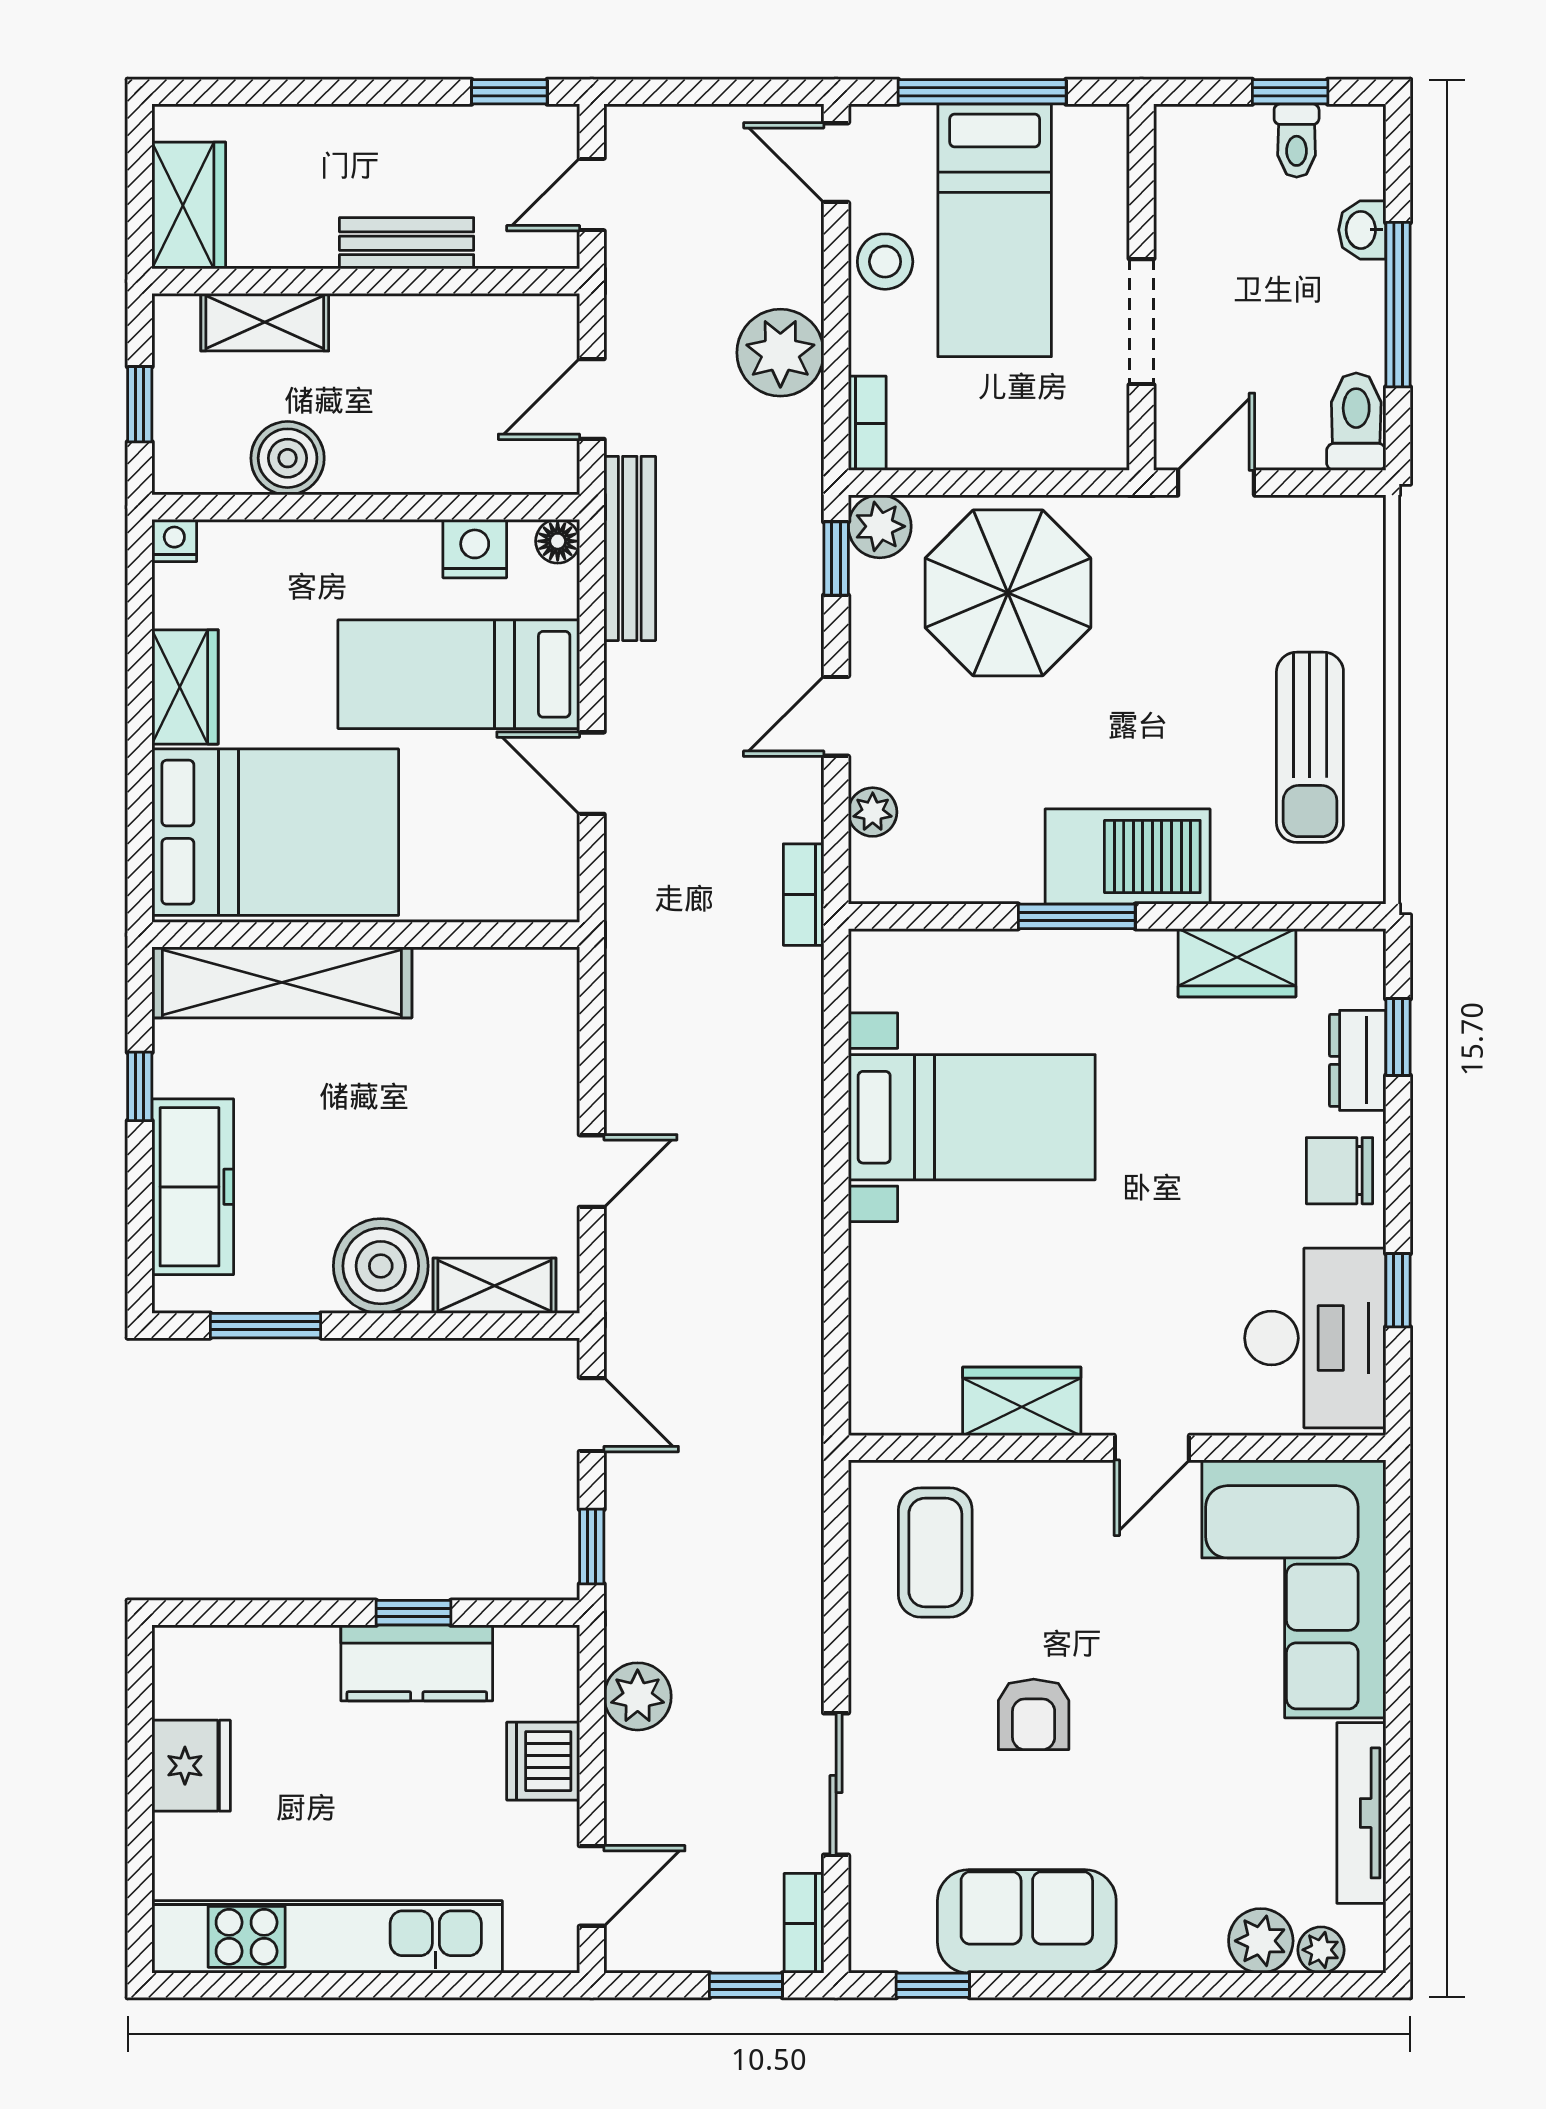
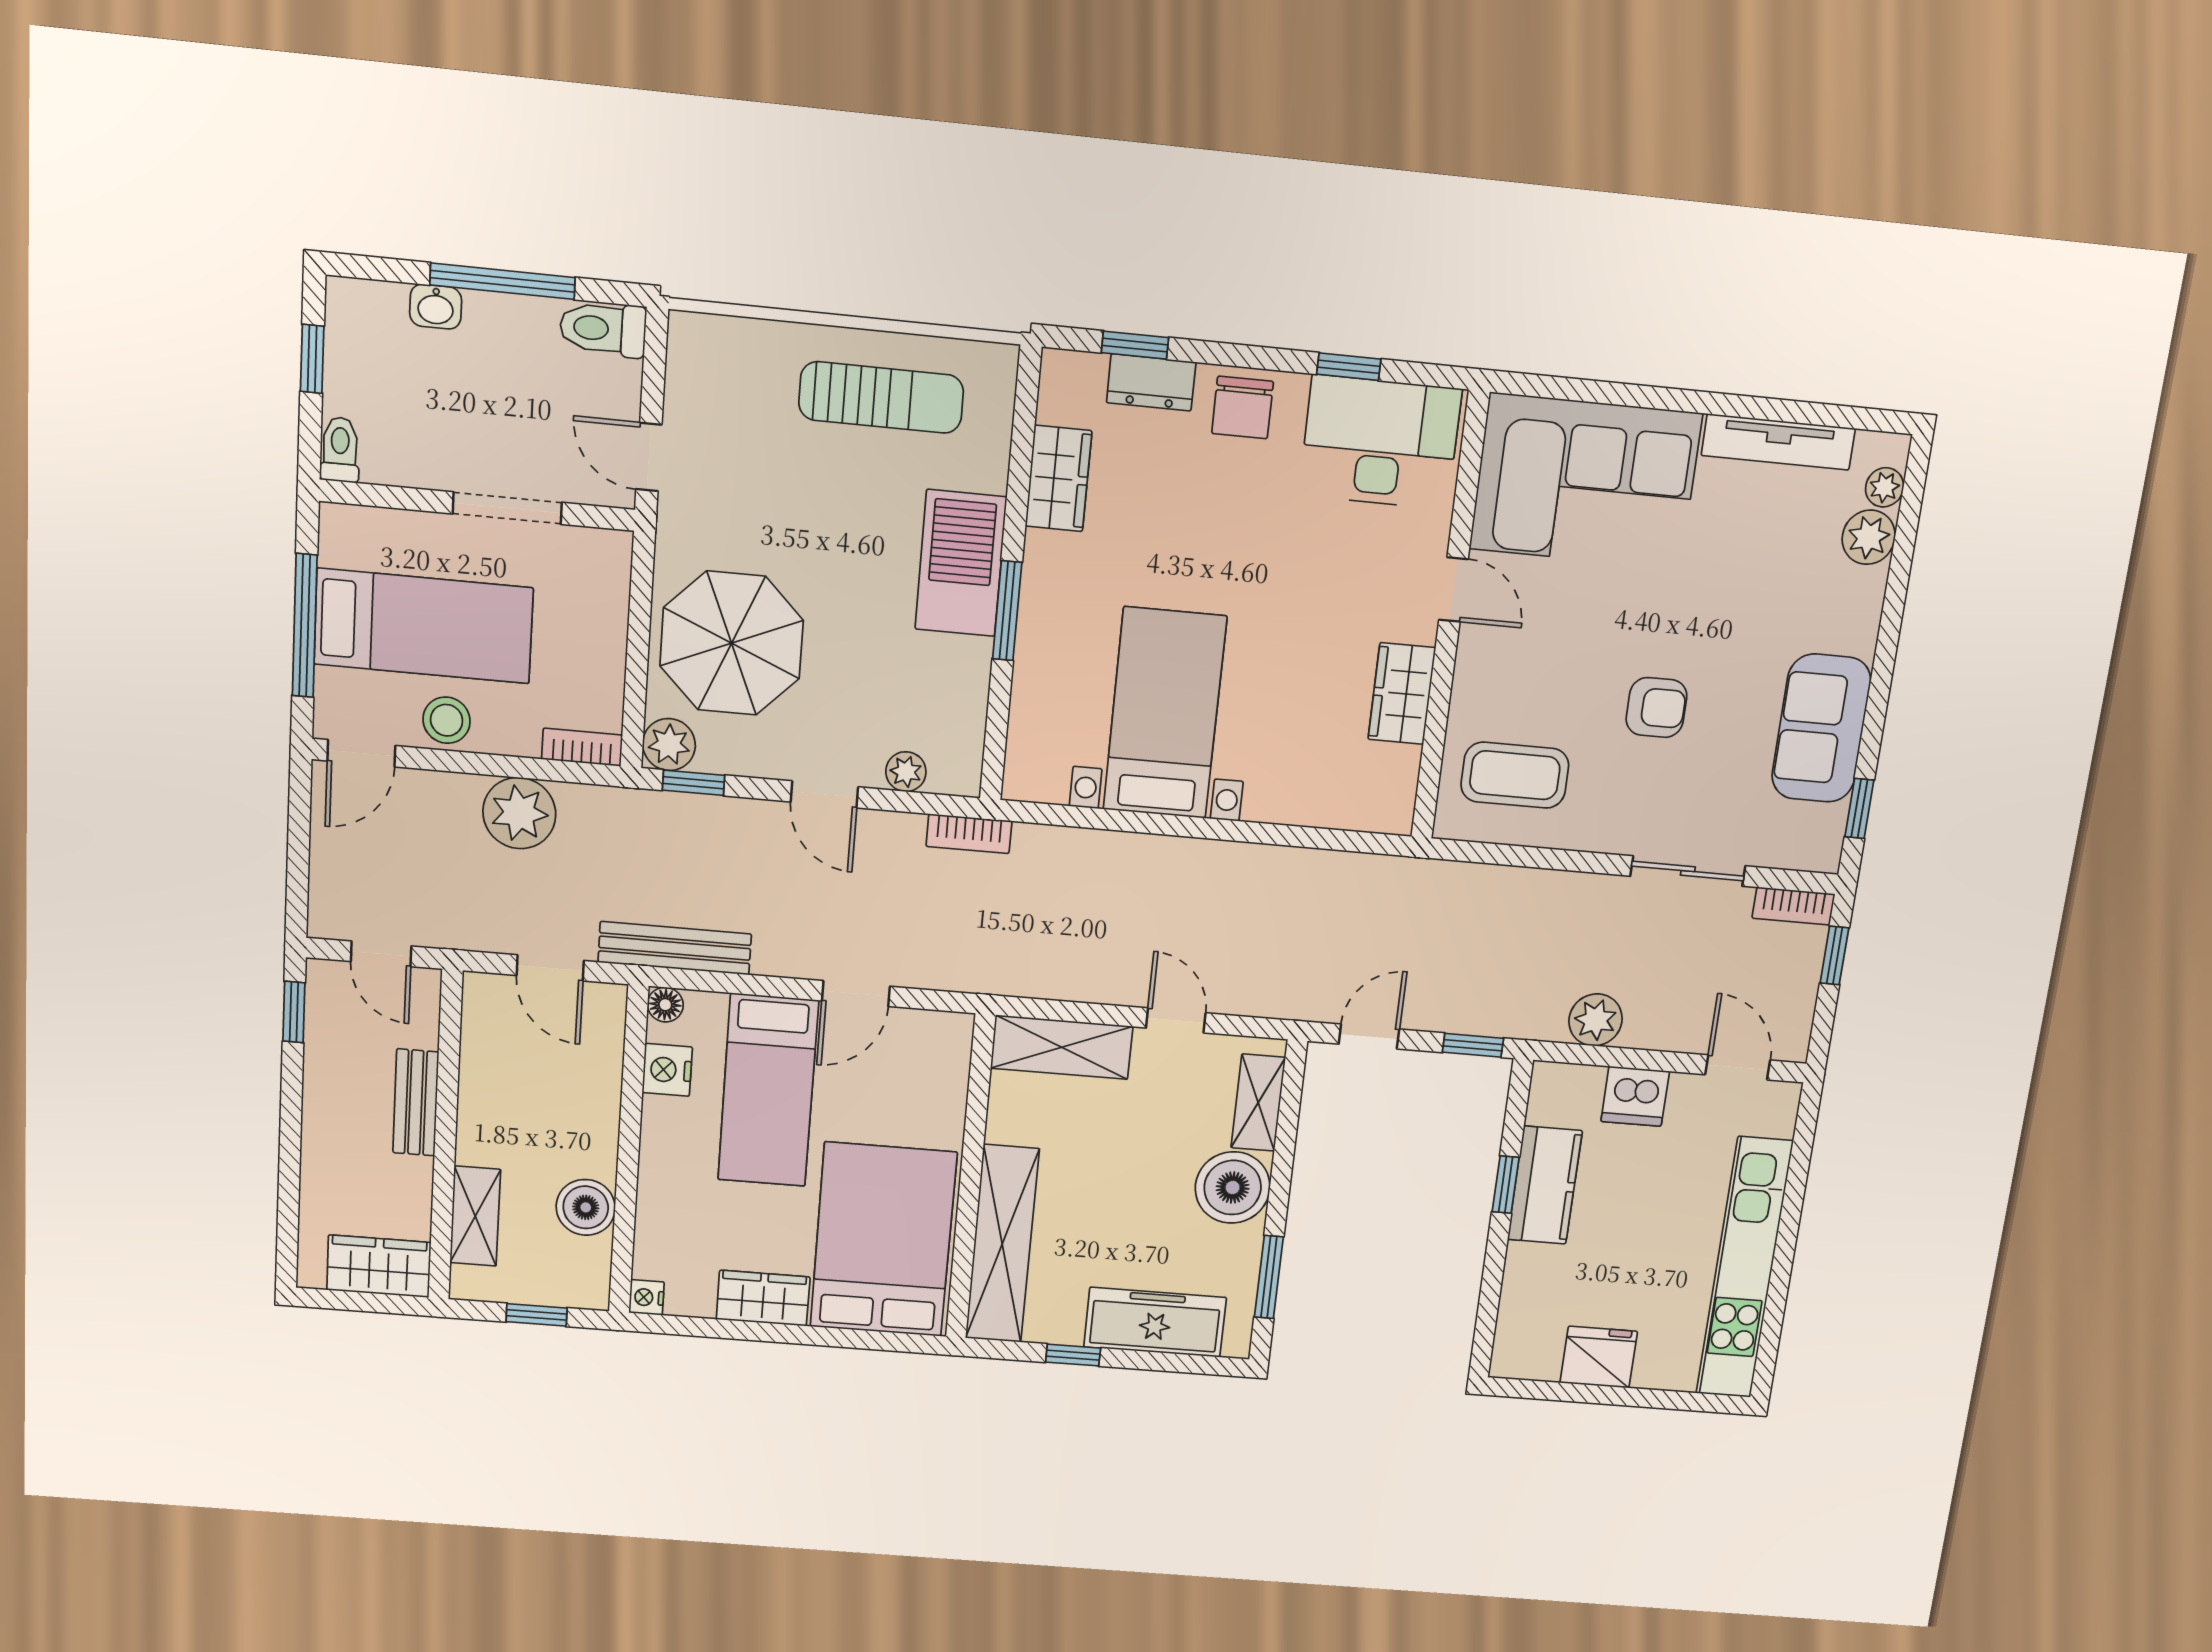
toilet: (1297, 141) -> (340, 450), moved, turned -90
shelving: (545, 1033) -> (1062, 1047), added

